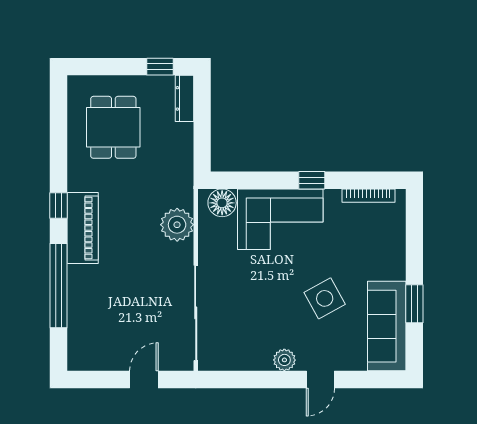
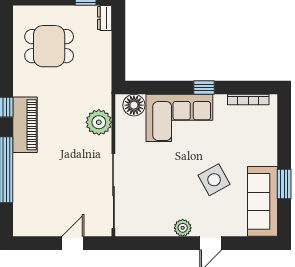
dresser: (185, 98) -> (105, 18), width x0.70
dining table: (113, 127) -> (49, 46), turned 90

